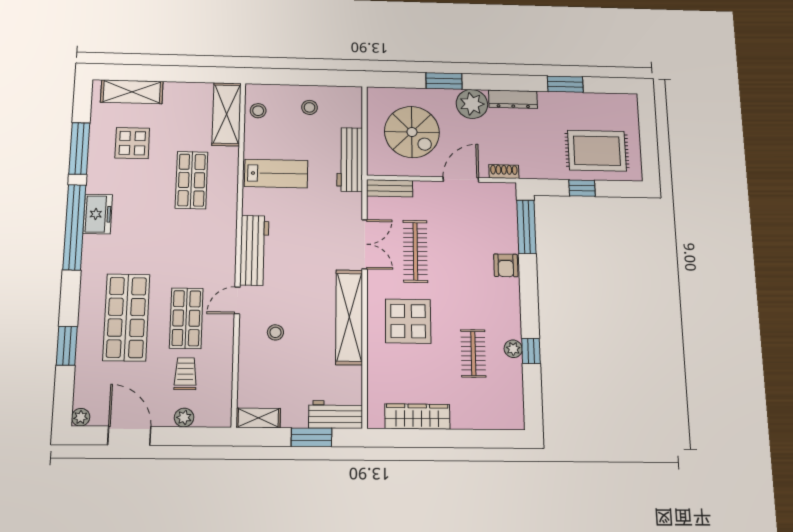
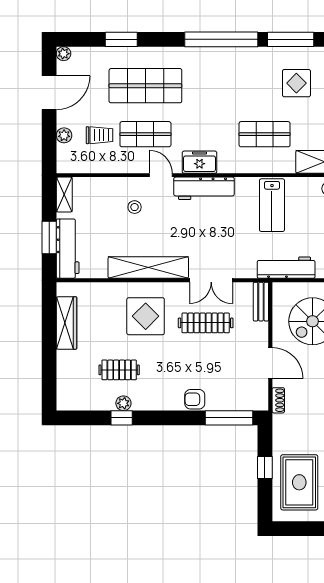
freezer: (98, 214) -> (199, 162), moved, turned 180
workbench: (336, 414) -> (68, 249), width x1.38

